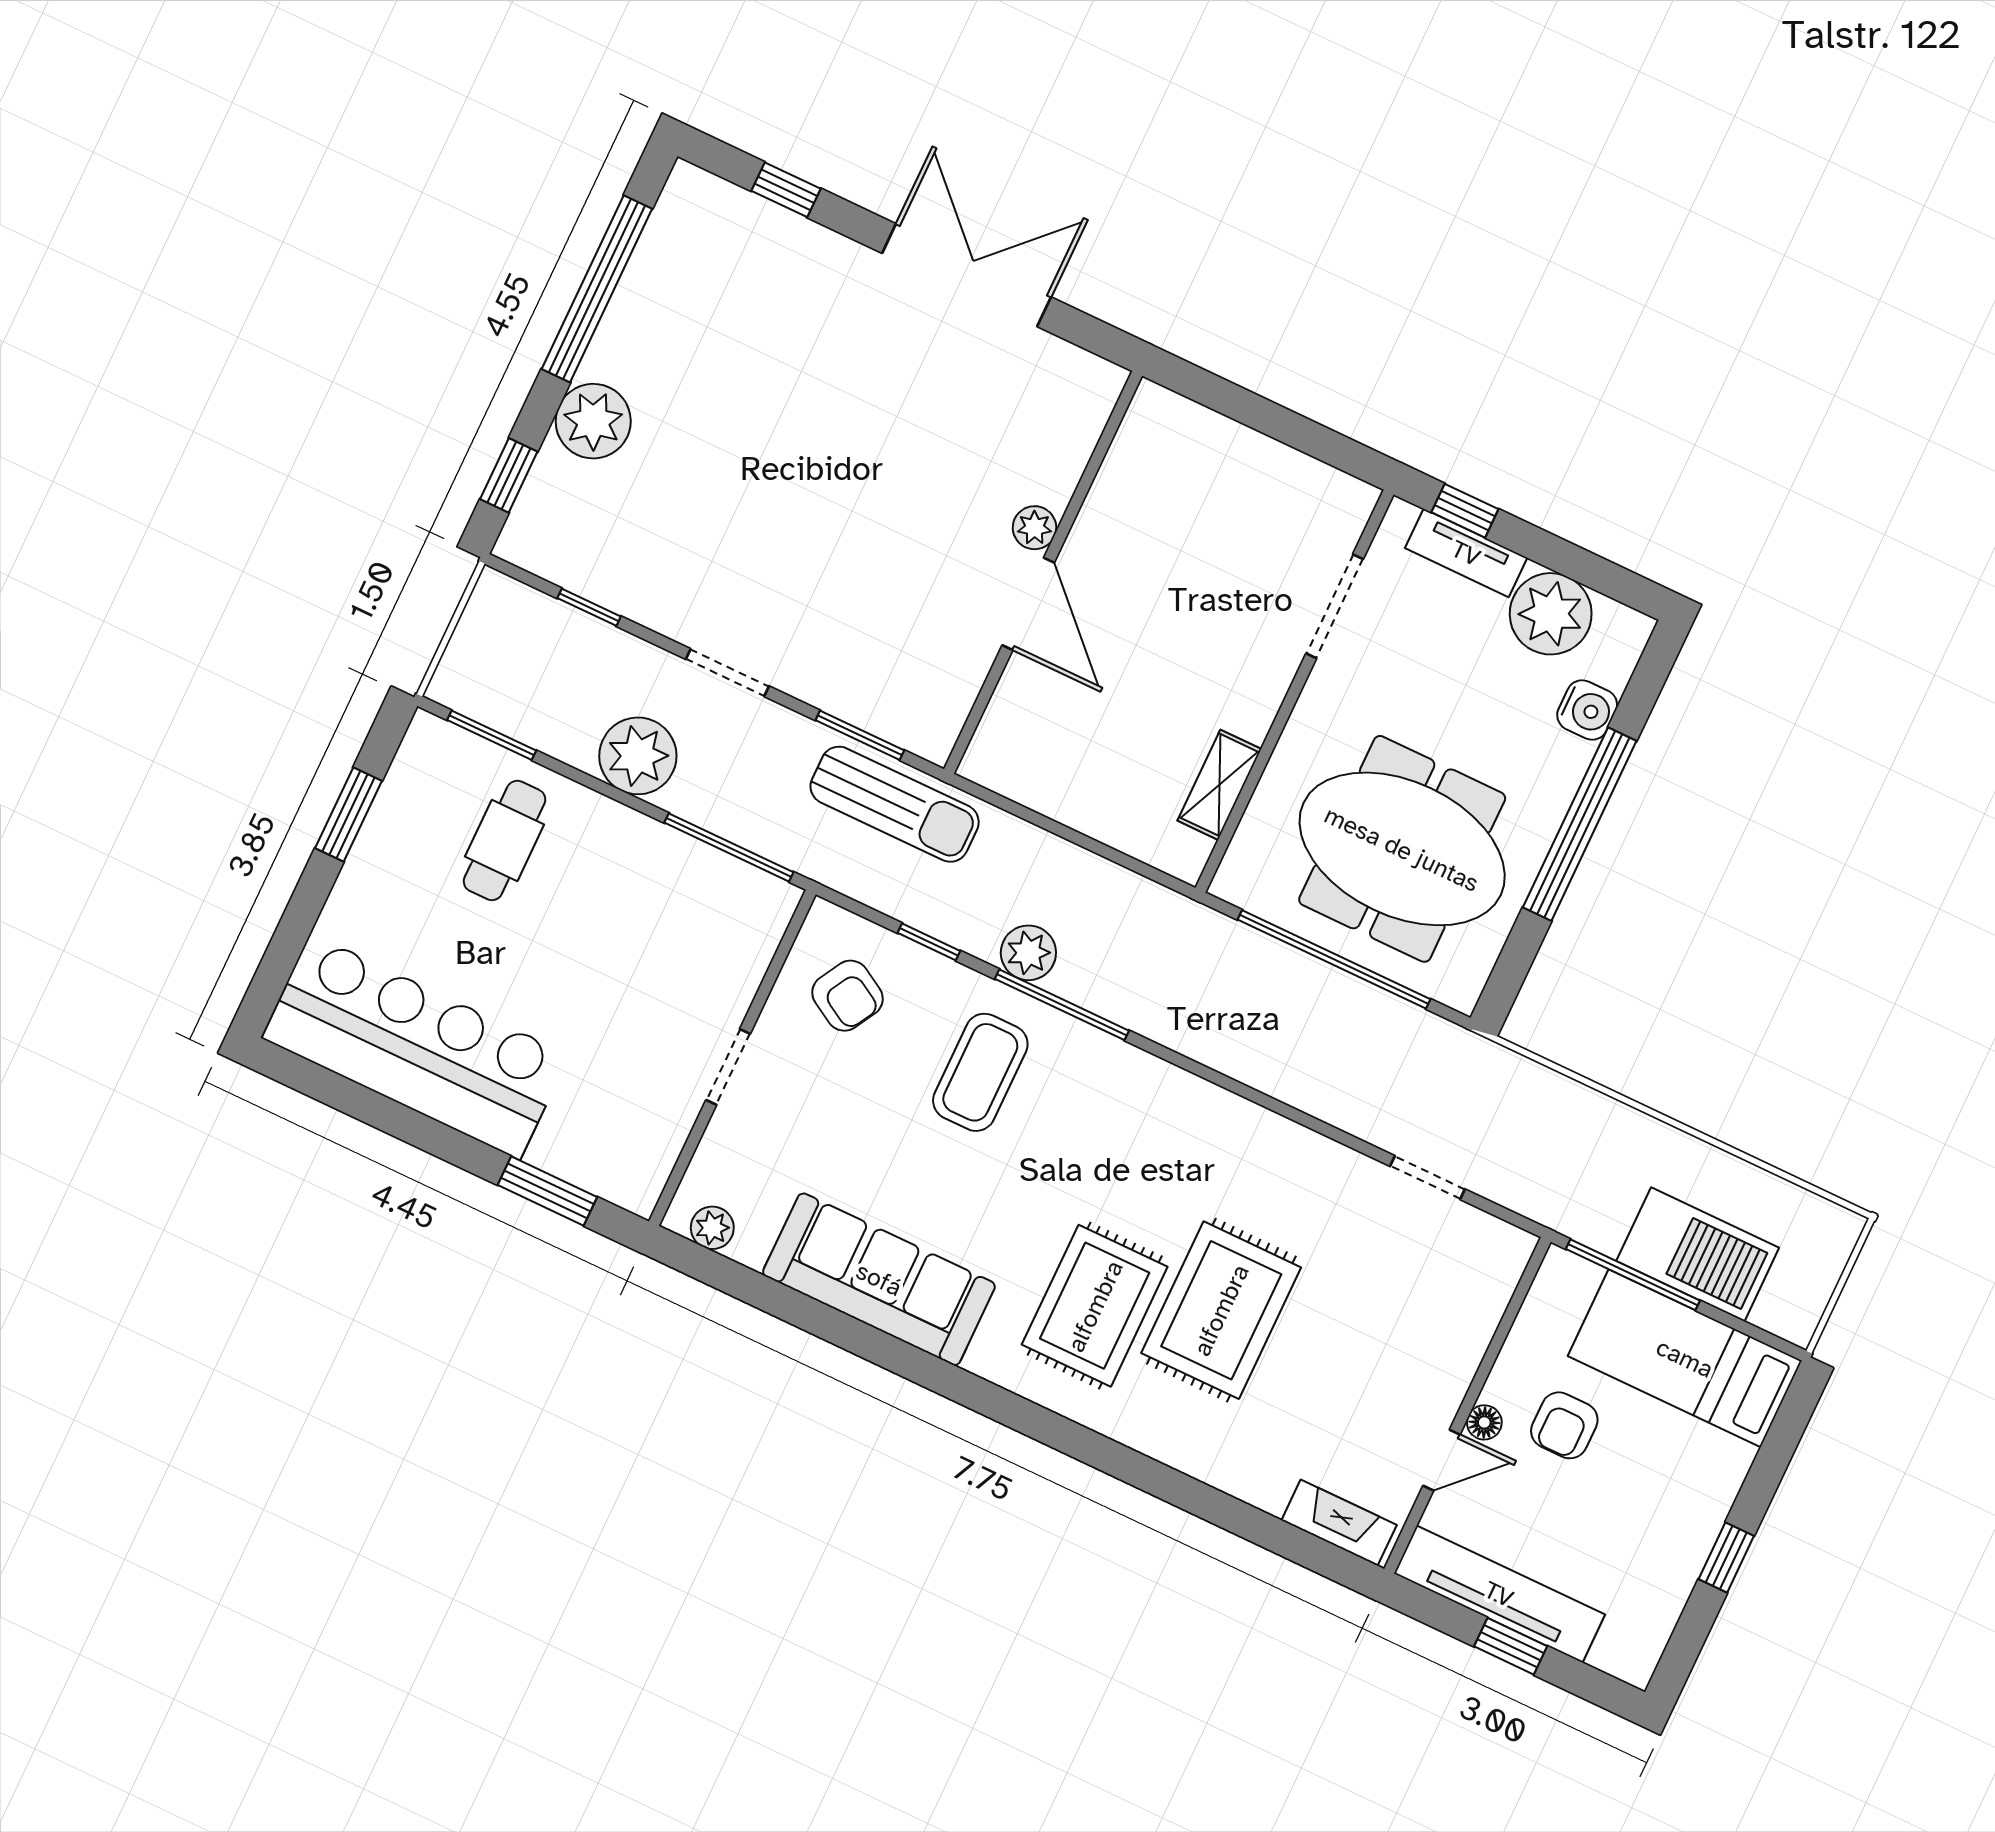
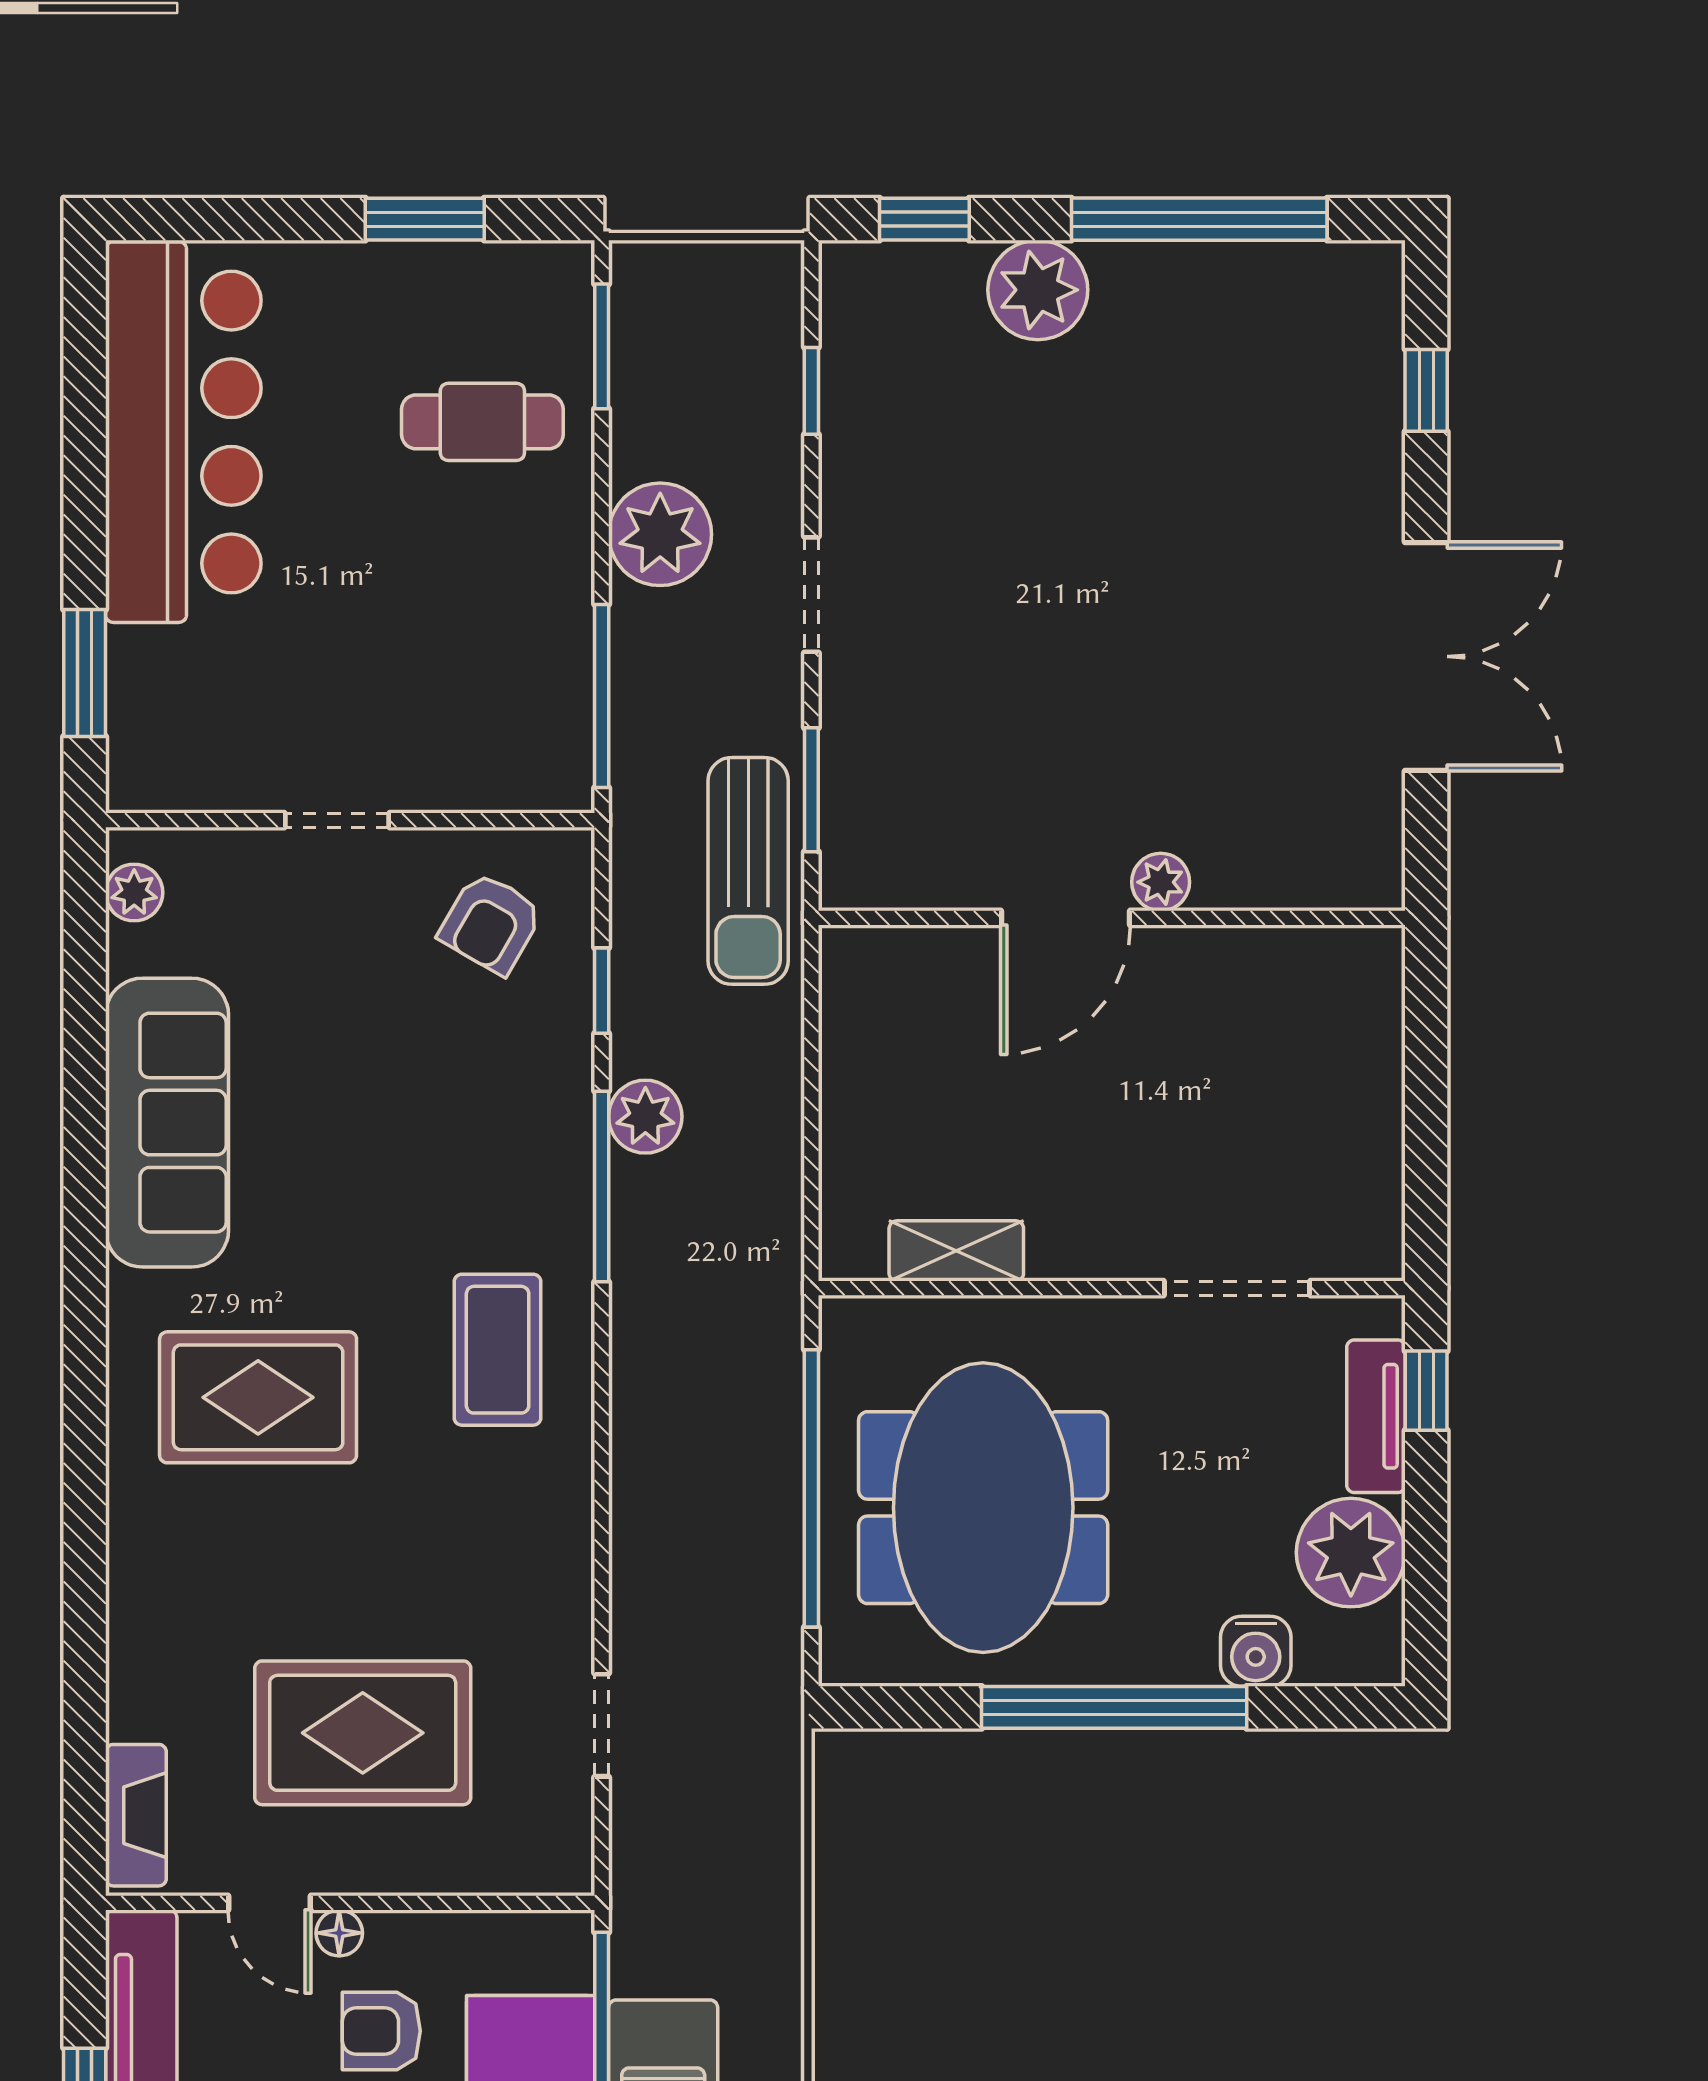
coffee table: (980, 1072) -> (498, 1350), moved, turned 90
rug: (1221, 1310) -> (363, 1733), moved

